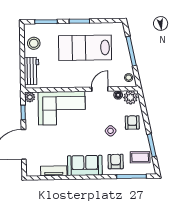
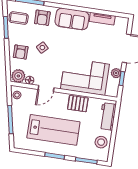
pallet: (64, 79) -> (78, 104), added
plant: (30, 97) -> (116, 73), moved

